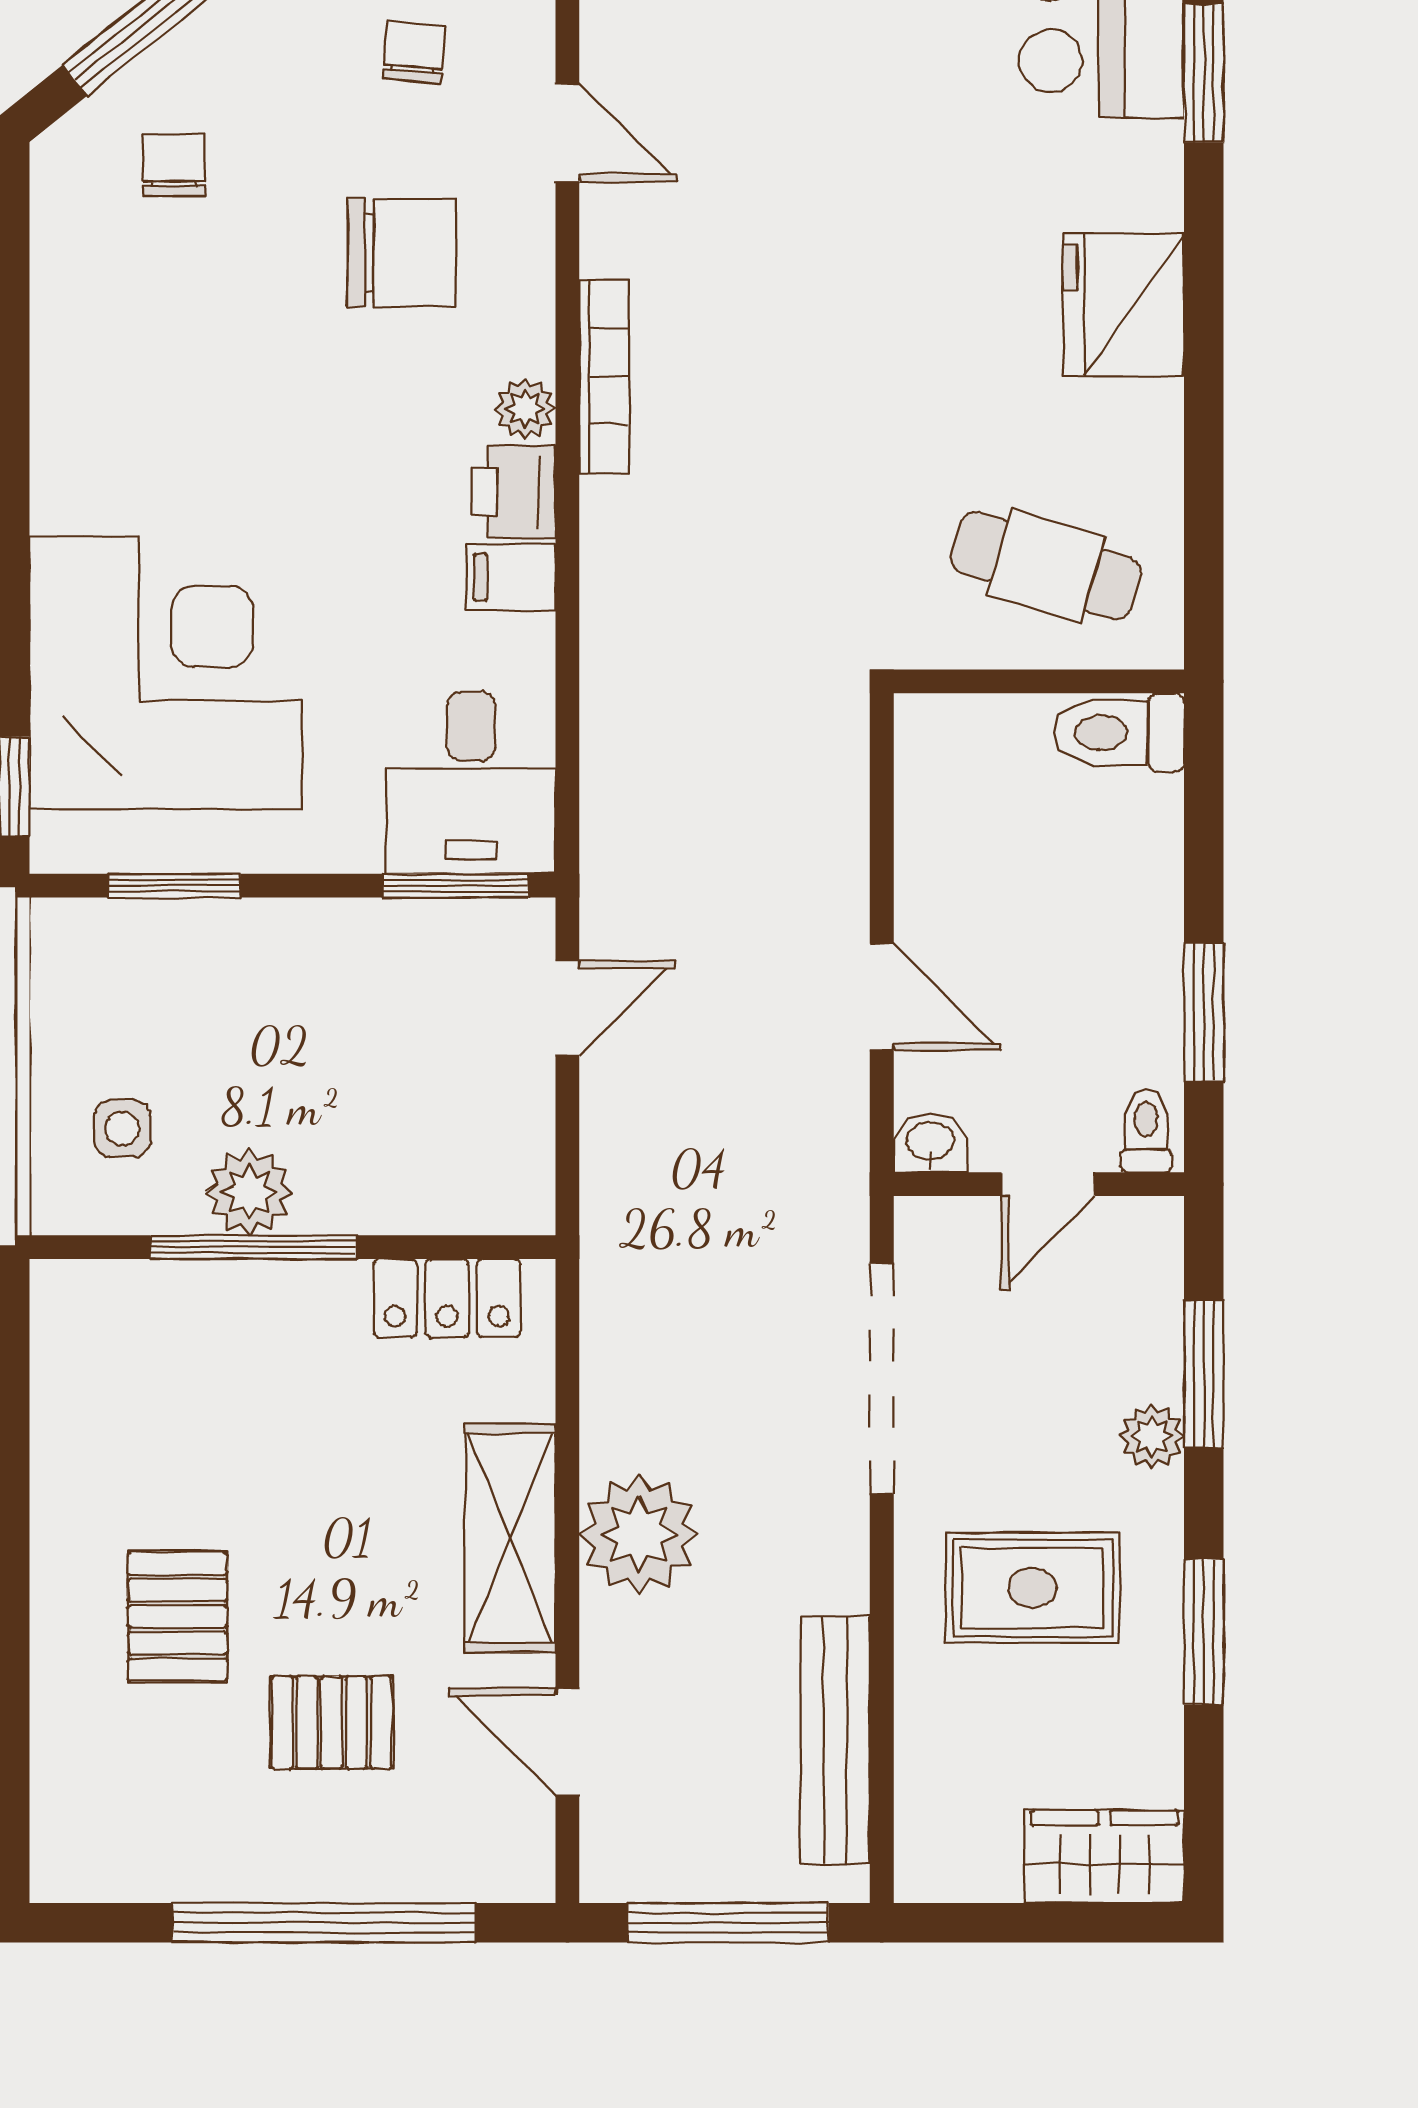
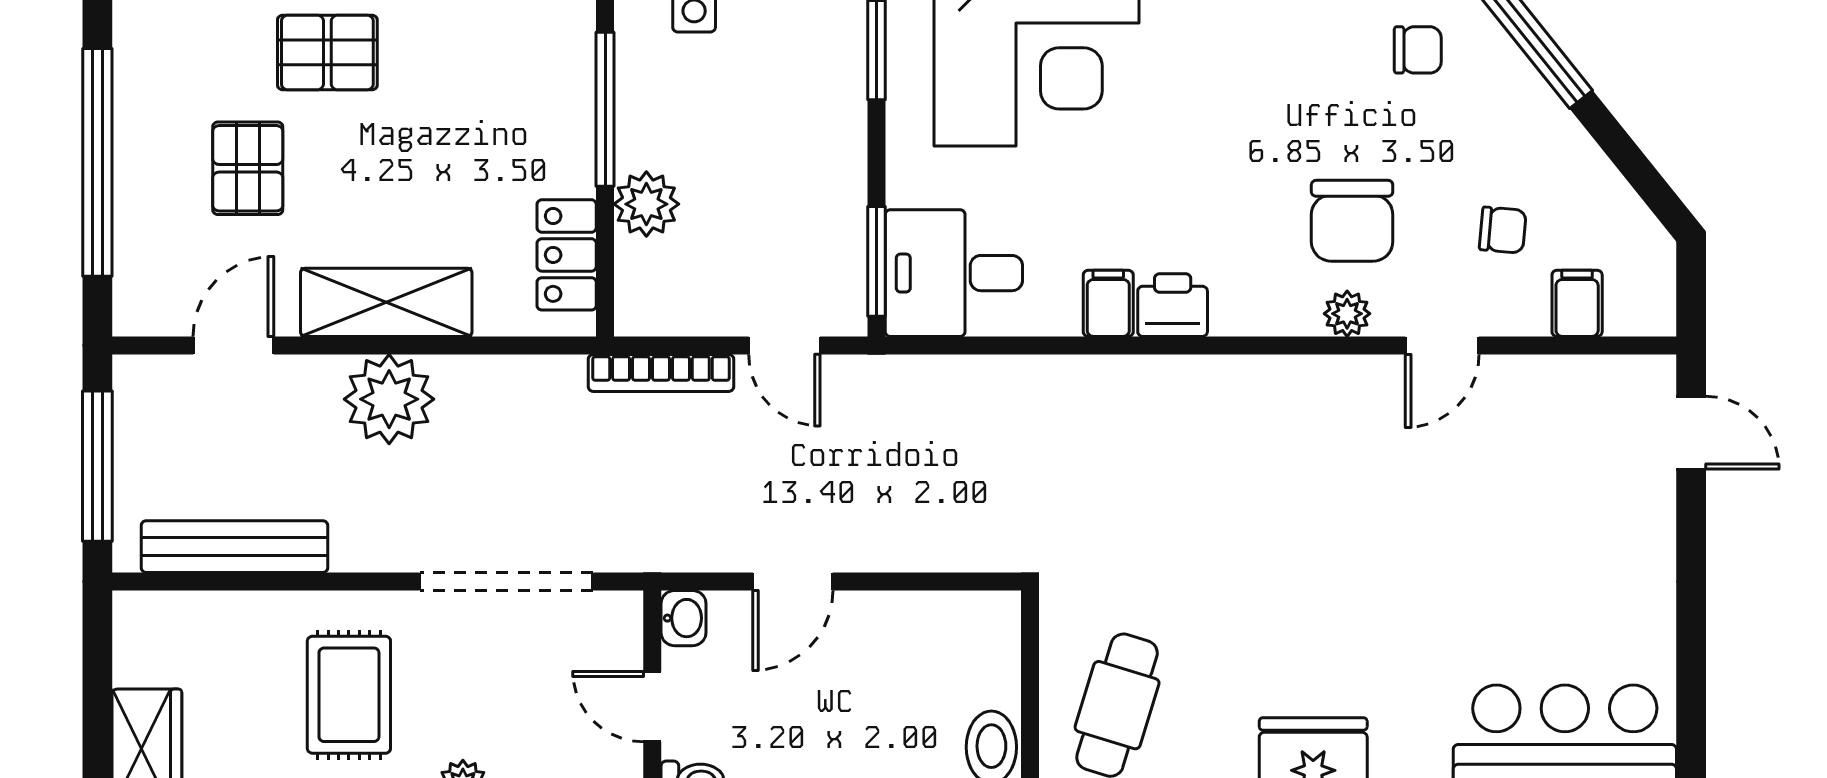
bookcase: (604, 376) -> (661, 373), moved
plant: (525, 409) -> (1347, 314), moved
plant: (249, 1192) -> (646, 204), moved

